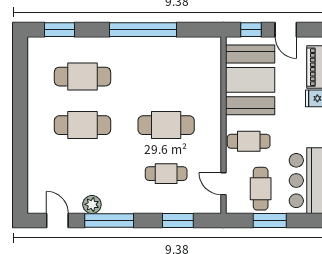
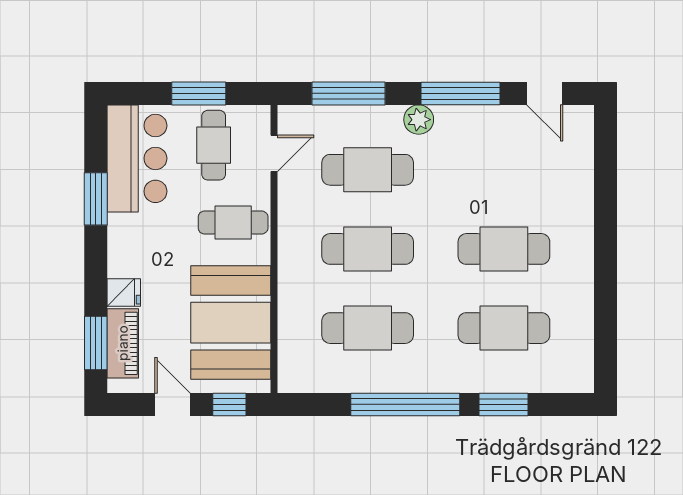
window: (60, 30) -> (503, 404), moved
cafe table: (166, 77) -> (368, 328), added
cafe table: (166, 174) -> (368, 170), width x1.37, depth x1.35
door: (224, 184) -> (274, 153), hinge flipped
plant: (92, 204) -> (419, 120), moved
window: (178, 220) -> (348, 93), width x1.44

